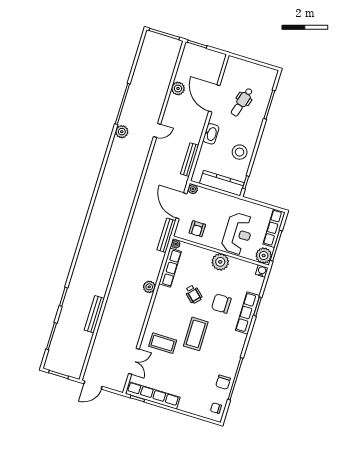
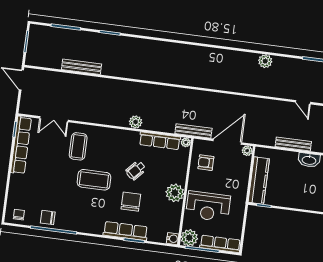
plant: (122, 132) -> (265, 61), moved
stool: (240, 152) -> (295, 194), removed
bench: (190, 160) -> (293, 144), moved
bench: (94, 314) -> (82, 67), moved

